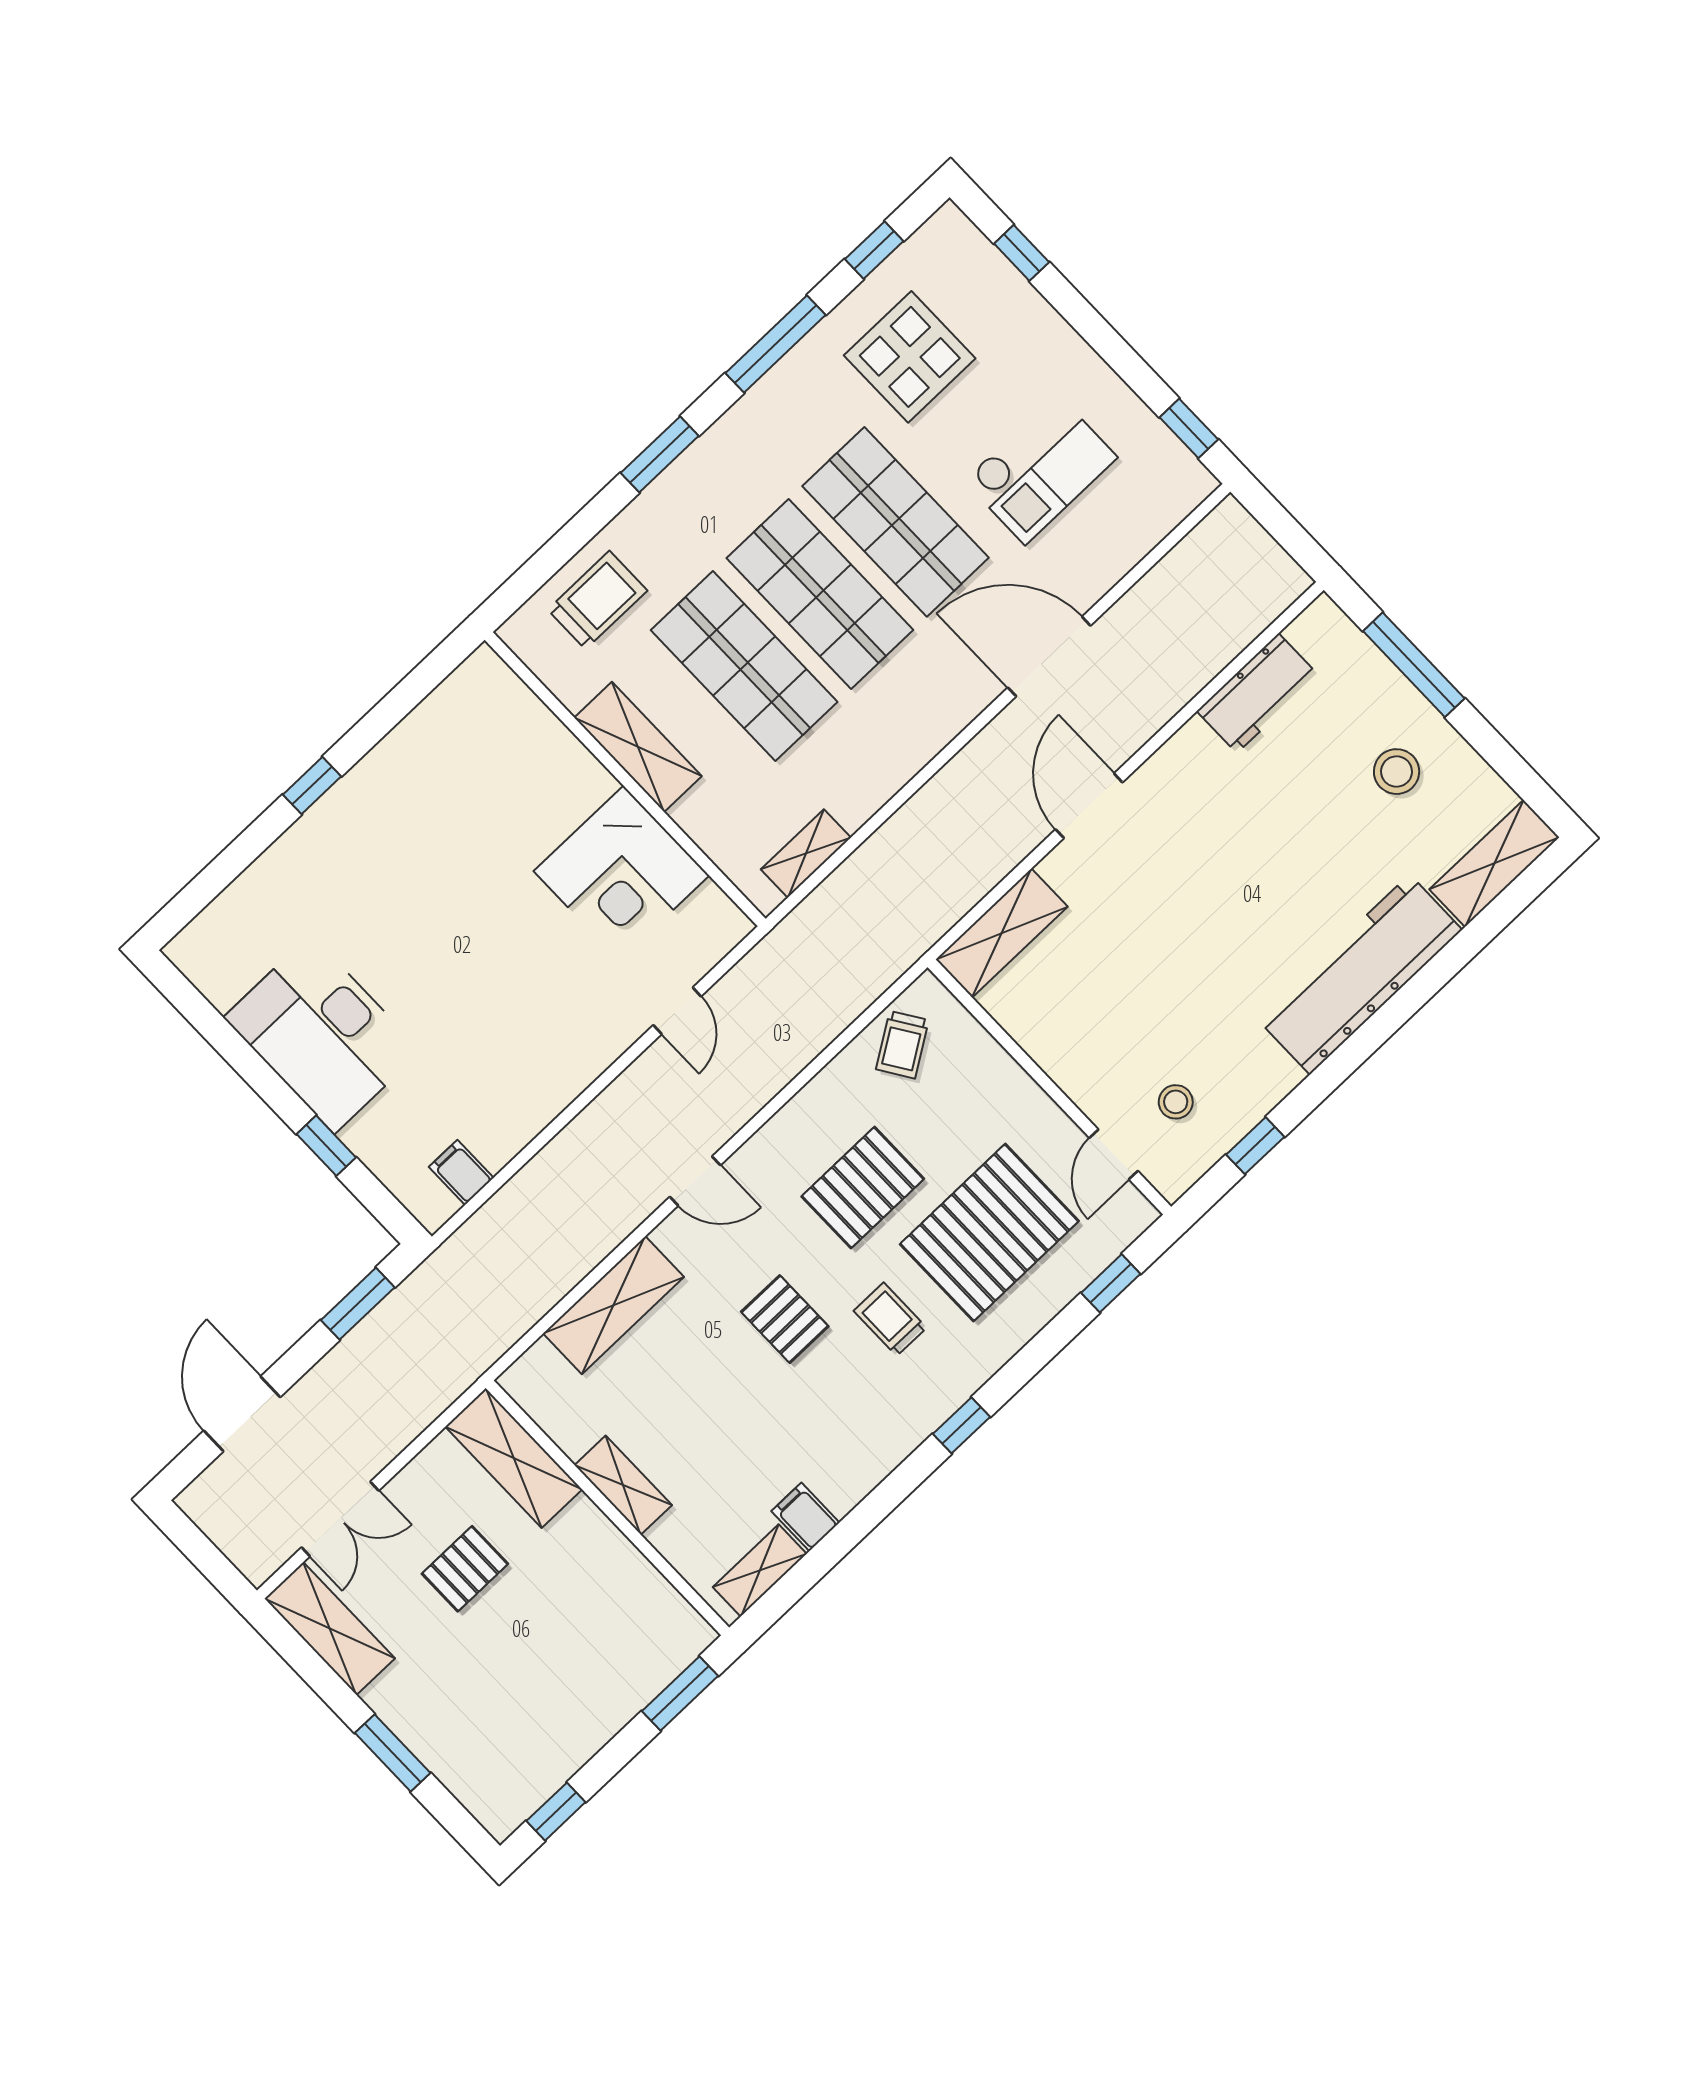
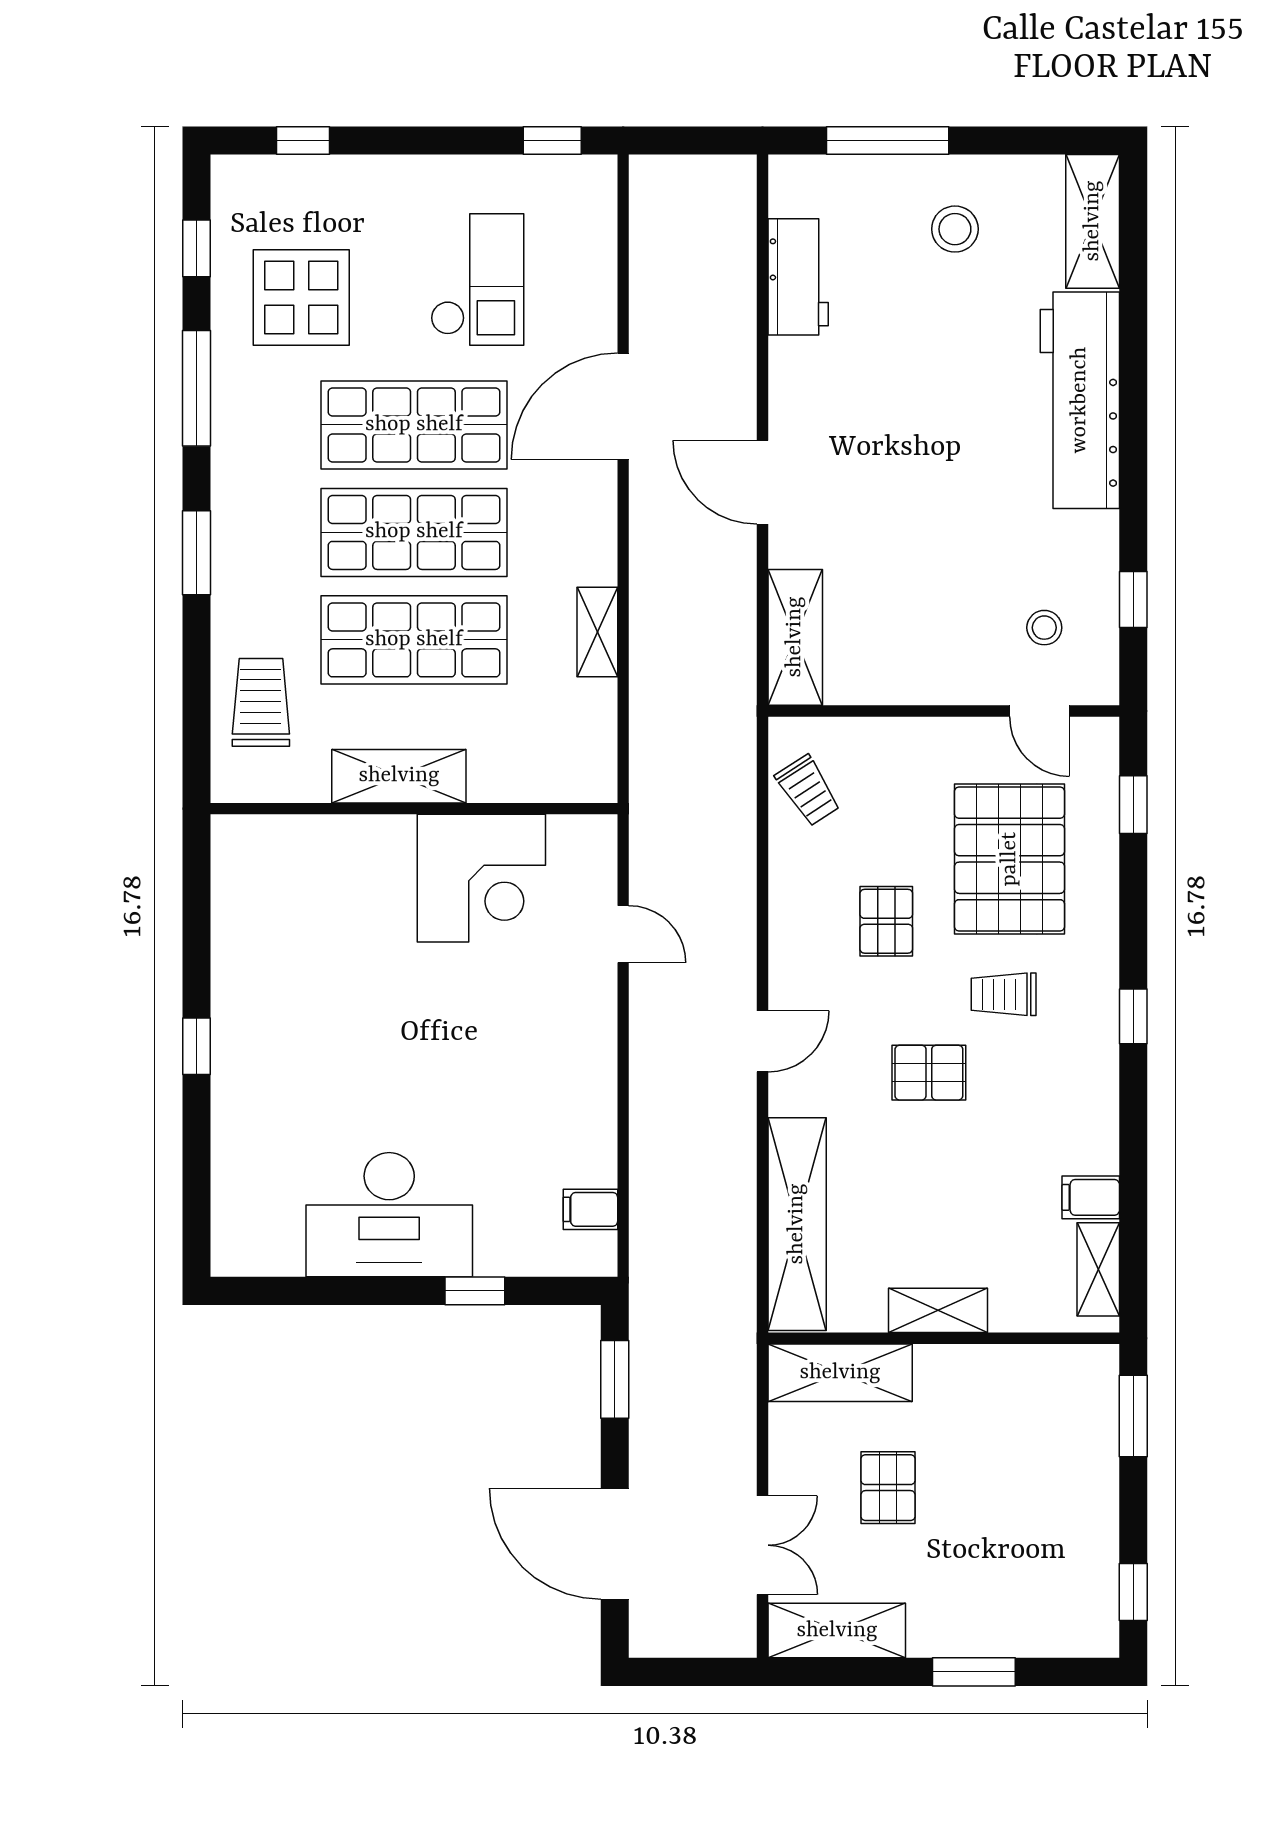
shelving: (806, 854) -> (597, 632), moved
pallet: (863, 1188) -> (886, 921), width x0.67, depth x0.71
shelving: (613, 1305) -> (797, 1224), width x1.47
door: (242, 1414) -> (615, 1544), width x1.36

